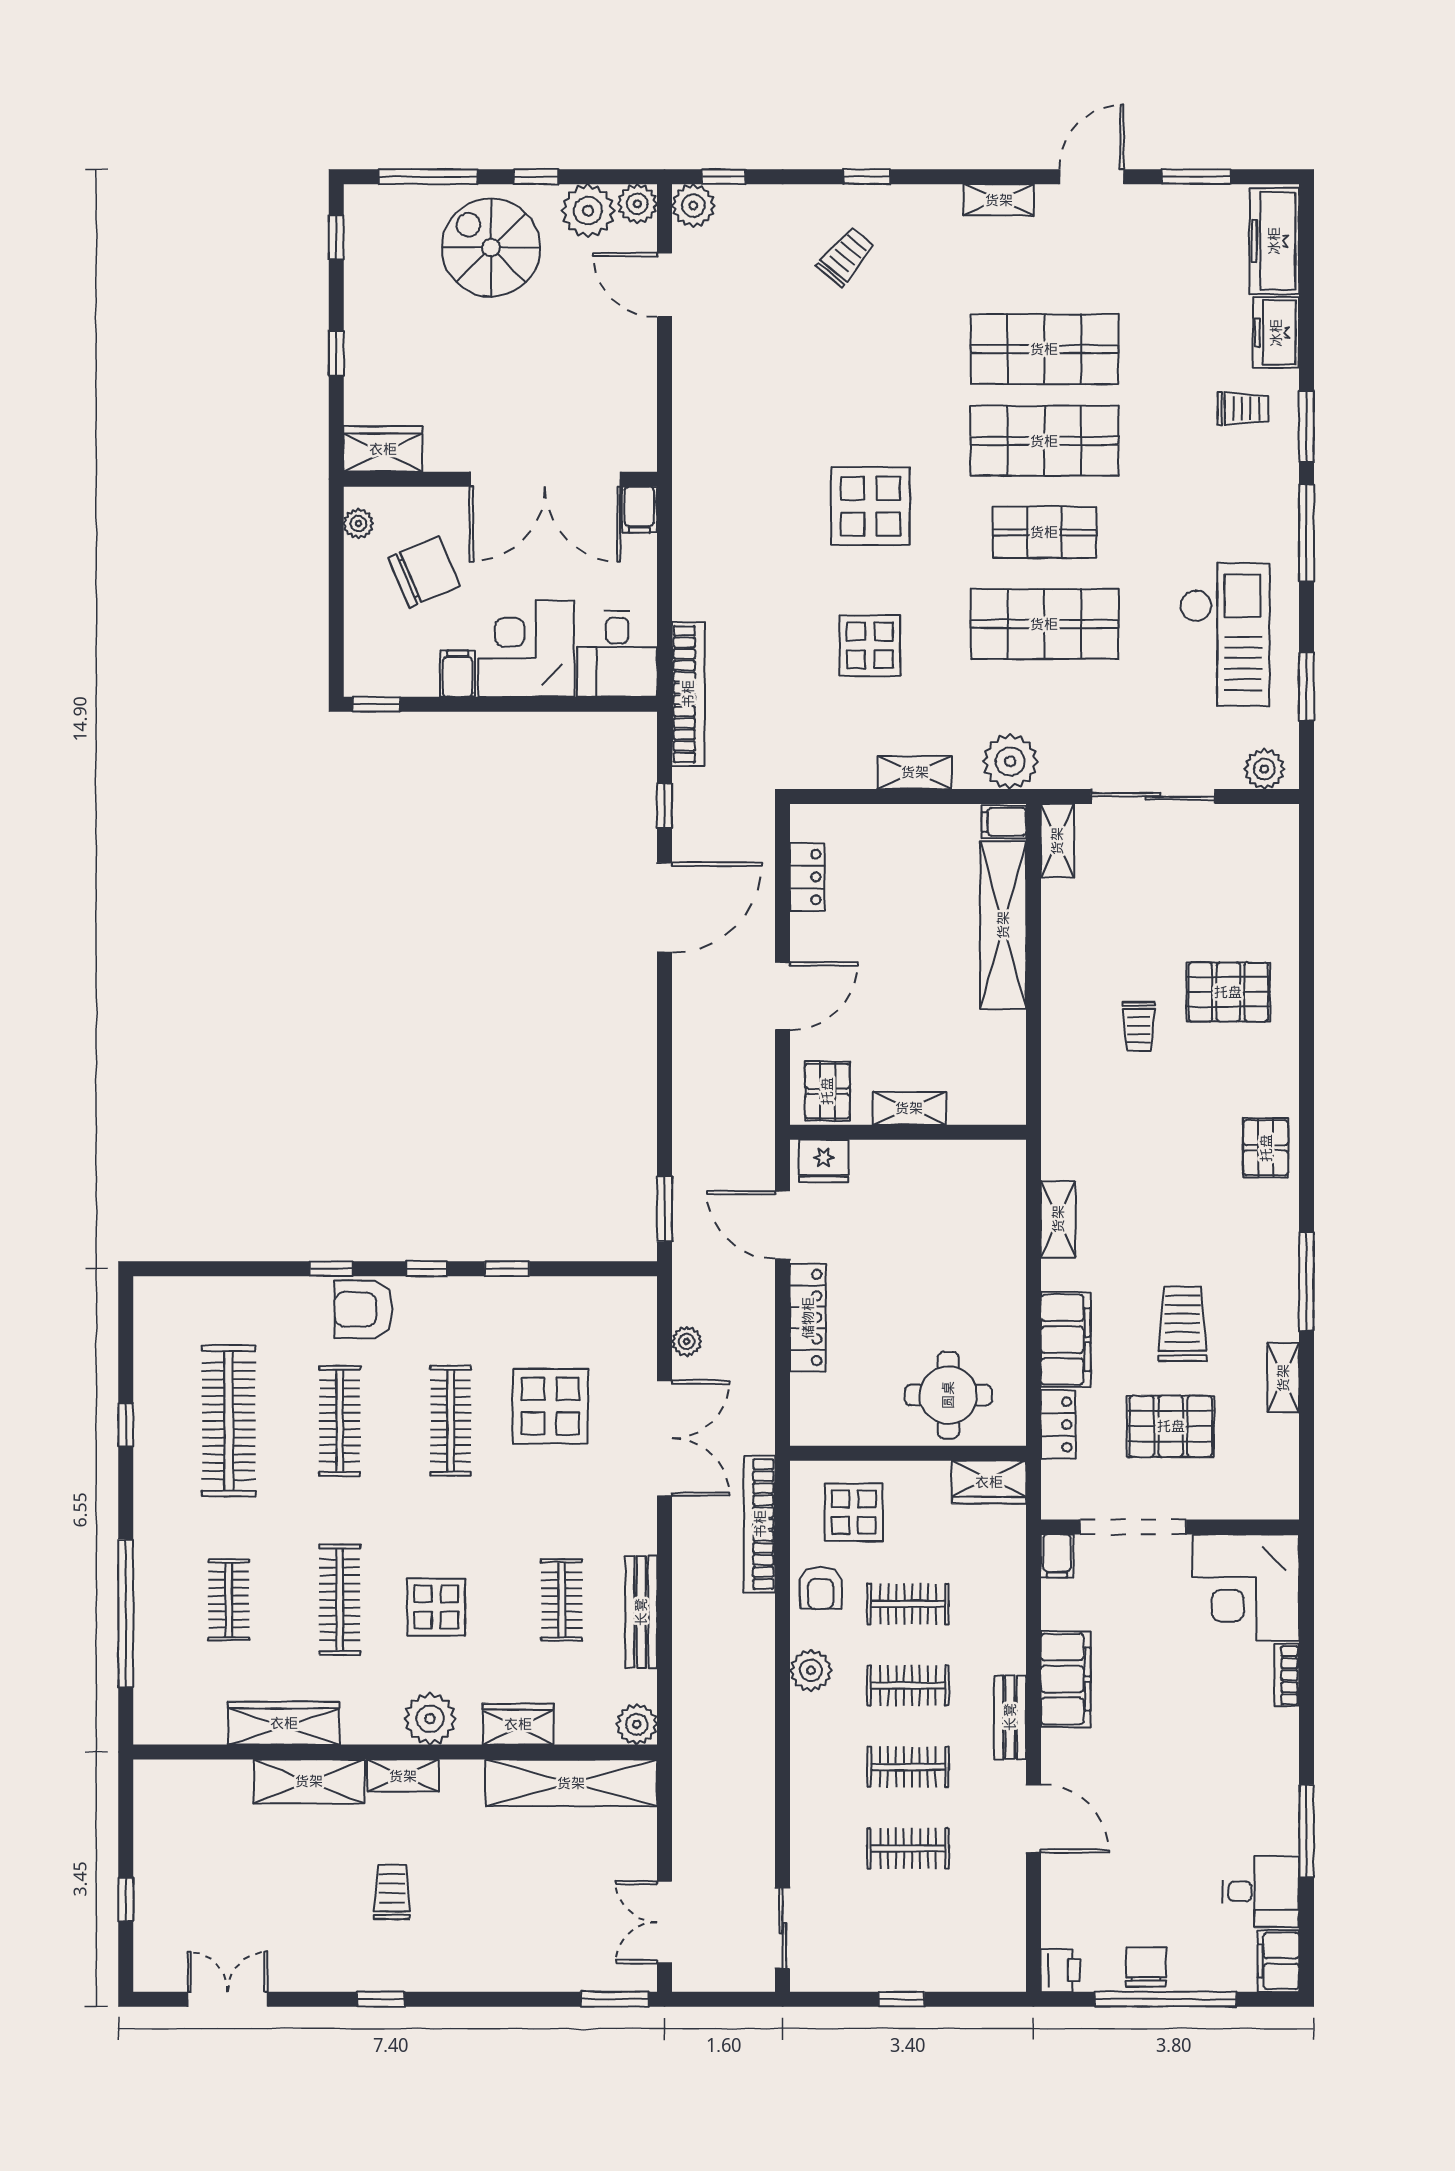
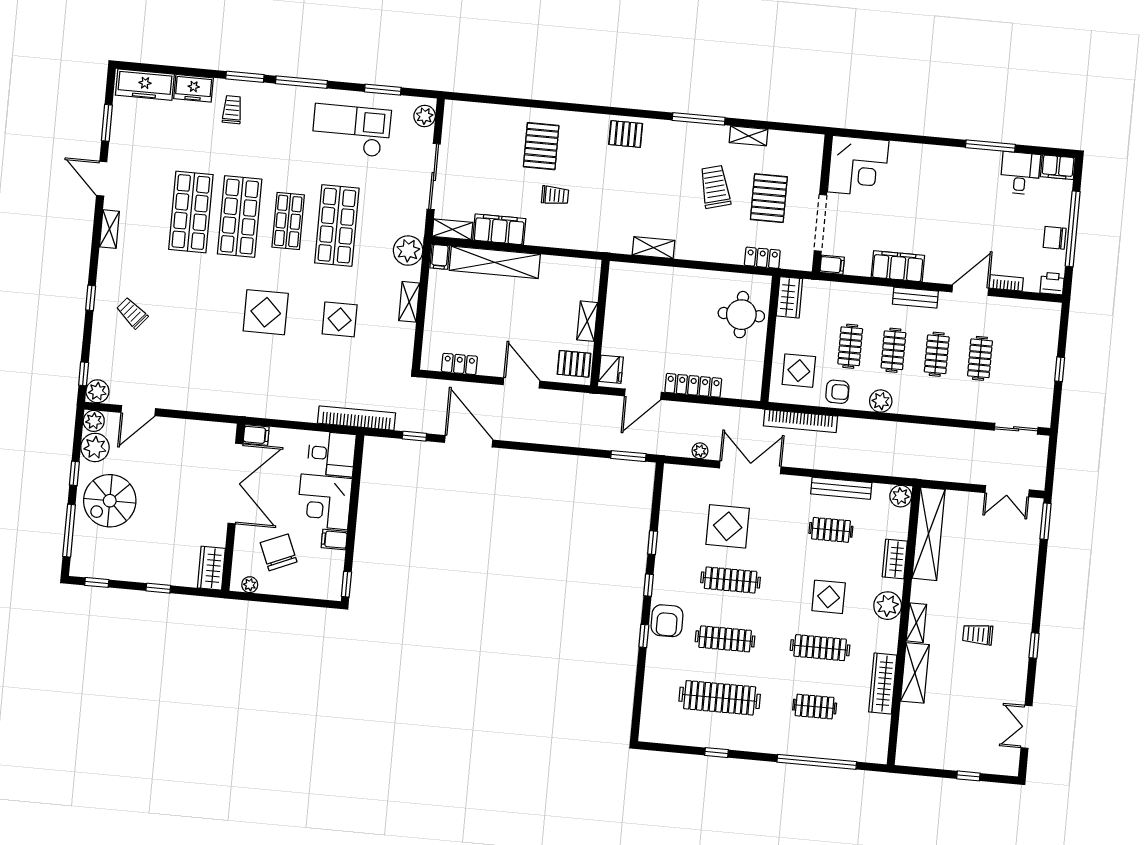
trolley: (1182, 1324) -> (715, 187), turned 75
filing cabinet: (1066, 1340) -> (499, 229), moved
bookcase: (1287, 1675) -> (1006, 283), moved, turned 180

